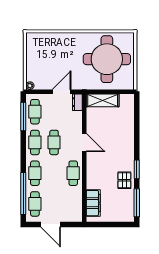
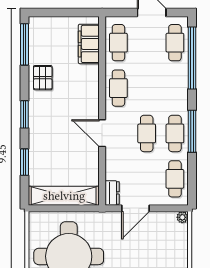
shelving: (103, 100) -> (64, 196), width x1.47
window: (23, 116) -> (192, 131), moved
window: (137, 123) -> (24, 162), added
window: (137, 169) -> (24, 114), moved
cafe table: (35, 173) -> (118, 43), moved

